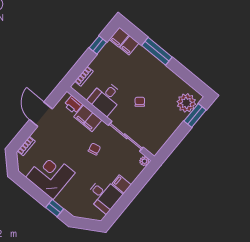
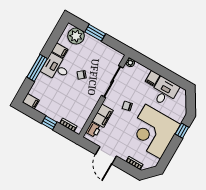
window: (98, 45) -> (49, 123), moved
filing cabinet: (129, 45) -> (60, 50), moved
desk: (106, 98) -> (56, 68), moved, turned 180
door: (41, 114) -> (106, 155), hinge flipped
window: (195, 115) -> (95, 33), moved
corner desk: (50, 175) -> (153, 132), width x1.36, depth x1.36

